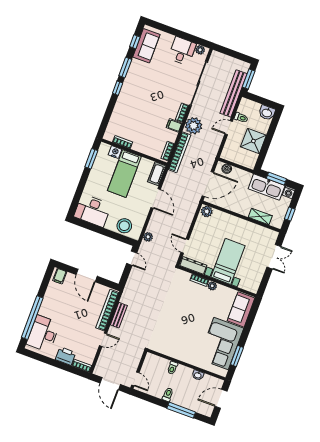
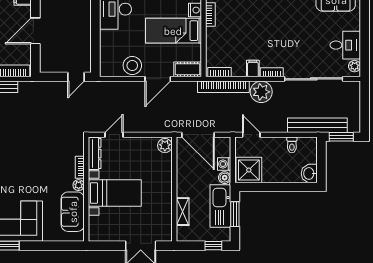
door: (229, 128) -> (251, 135), moved
shower: (253, 141) -> (249, 170), moved
boiler: (227, 169) -> (225, 178), moved
washing machine: (289, 192) -> (224, 164), moved
window: (290, 214) -> (213, 246), moved
stool: (124, 226) -> (132, 65), moved
plant: (148, 237) -> (109, 87), removed
sofa: (241, 309) -> (73, 212), moved, turned -90

